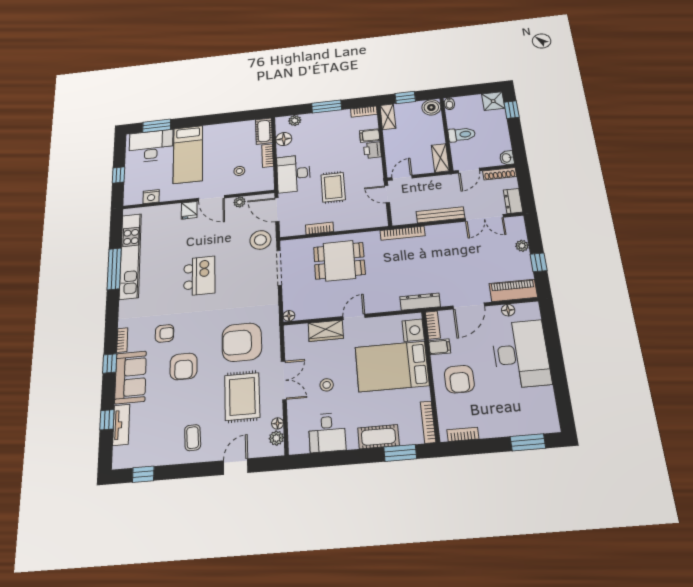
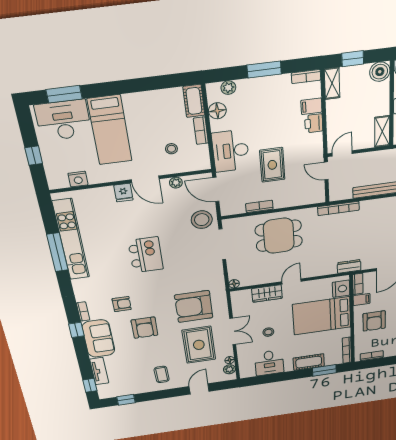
dresser: (420, 302) -> (349, 266), width x0.70
window: (107, 420) -> (90, 385), moved

